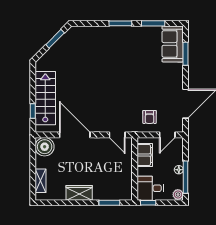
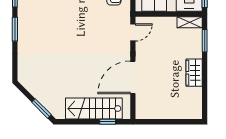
window: (55, 39) -> (41, 108), moved
boiler: (45, 147) -> (145, 109), removed
shelving: (41, 181) -> (190, 22), moved

